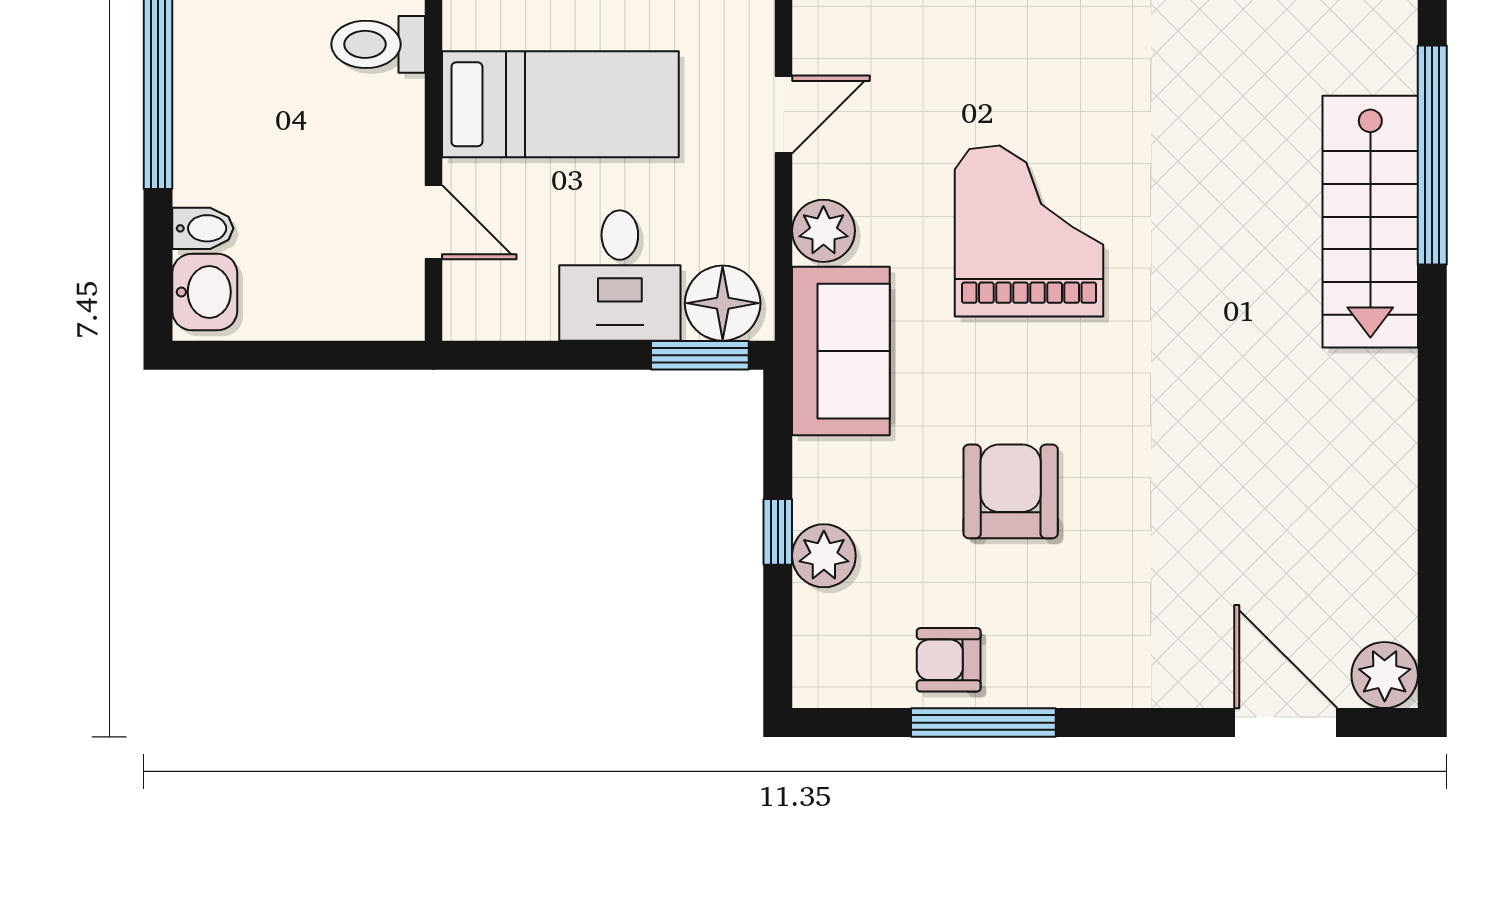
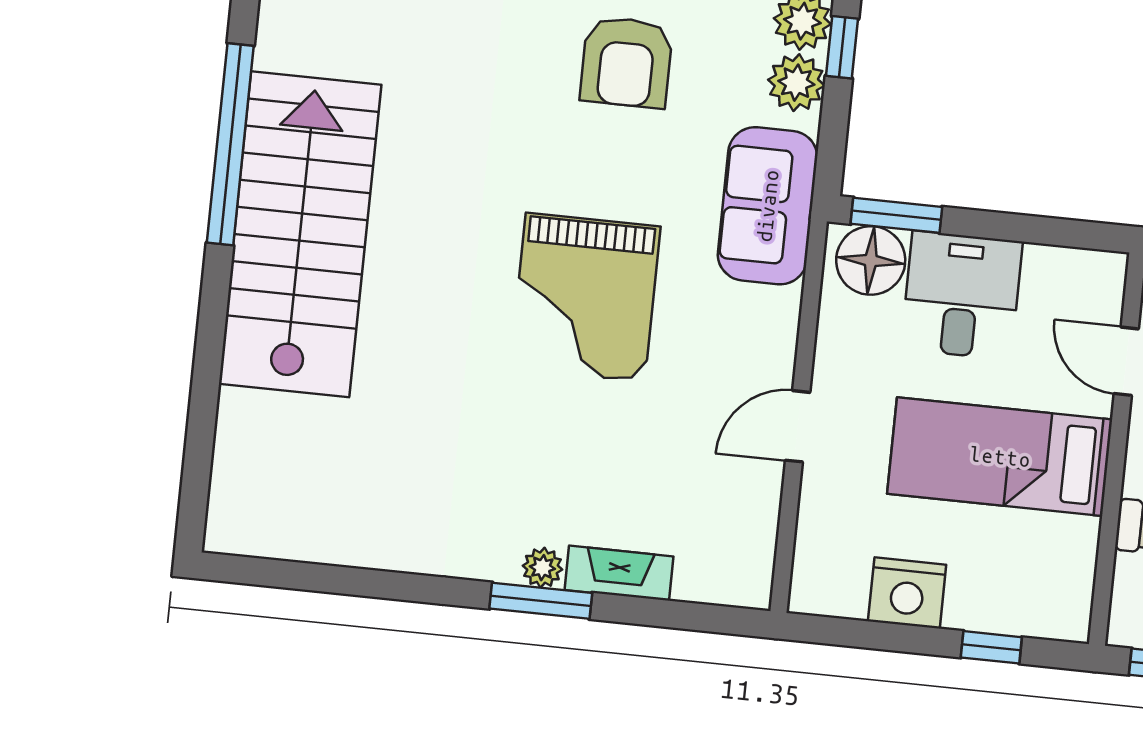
window: (1432, 155) -> (230, 144), moved
stairs: (1370, 222) -> (300, 234), width x1.36, depth x1.51
plant: (823, 231) -> (796, 83), moved

